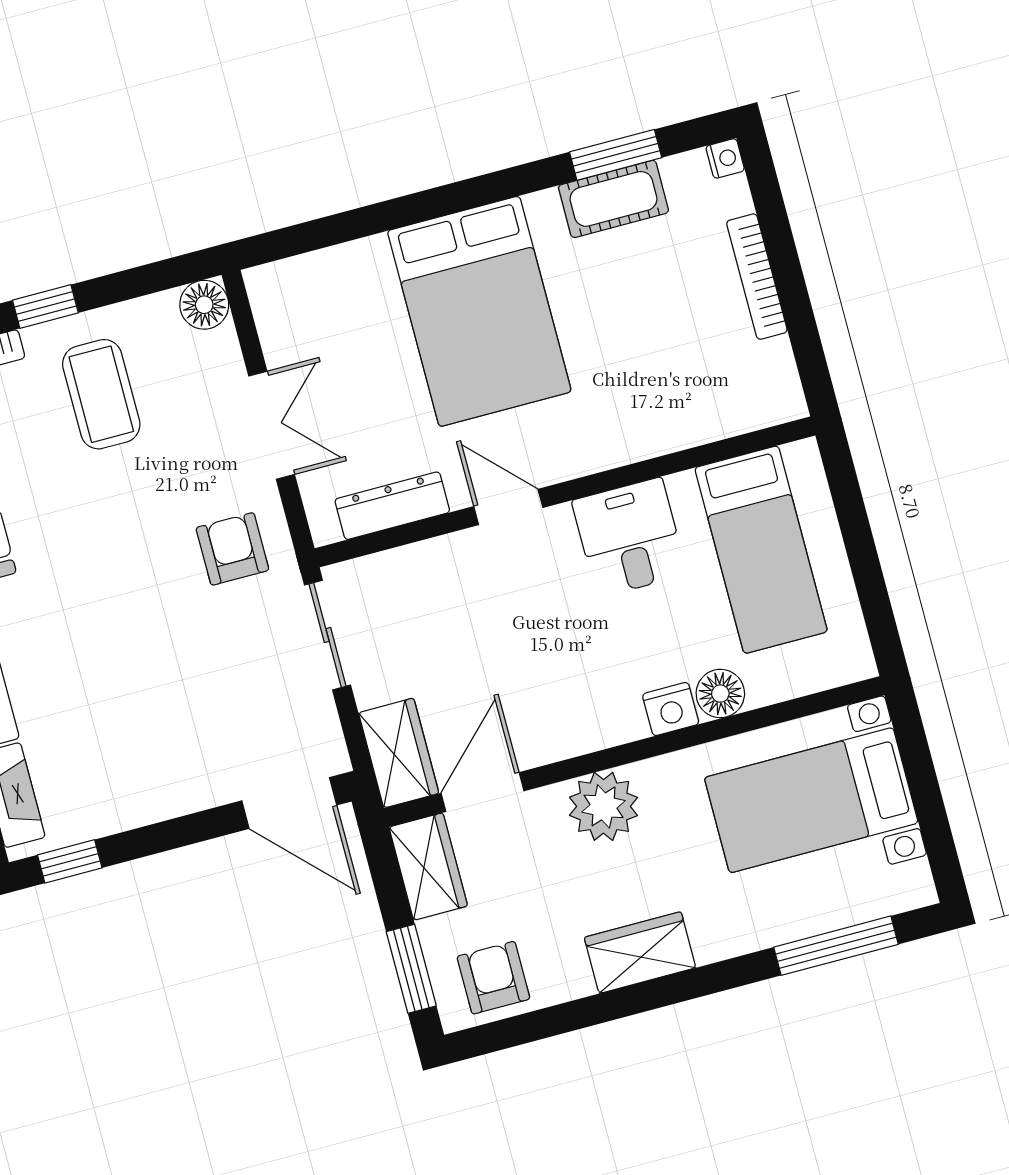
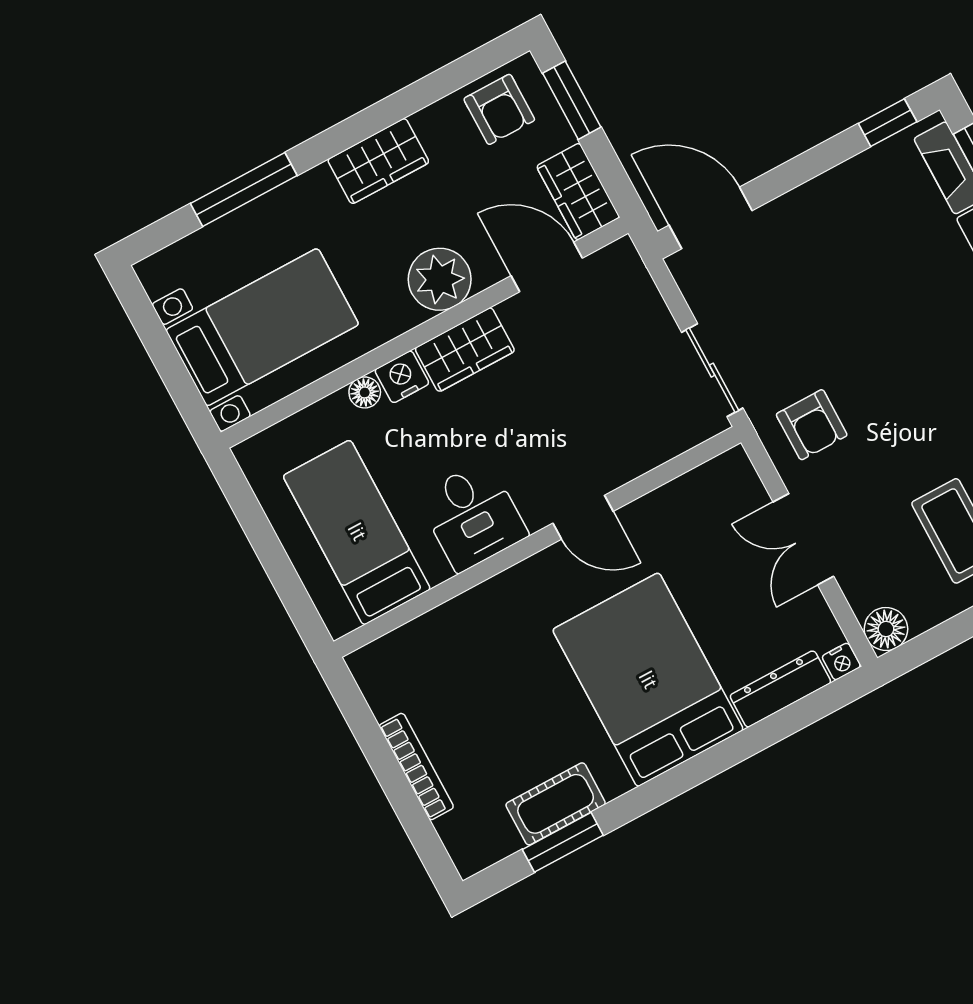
nightstand: (725, 158) -> (841, 661), moved, turned -90
dresser: (392, 506) -> (780, 689), moved, turned 180
floor lamp: (720, 694) -> (365, 392), width x0.73, depth x0.73
wardrobe: (399, 753) -> (465, 350), moved, turned -90
door: (482, 792) -> (547, 267), swing flipped
window: (836, 946) -> (244, 190), moved

